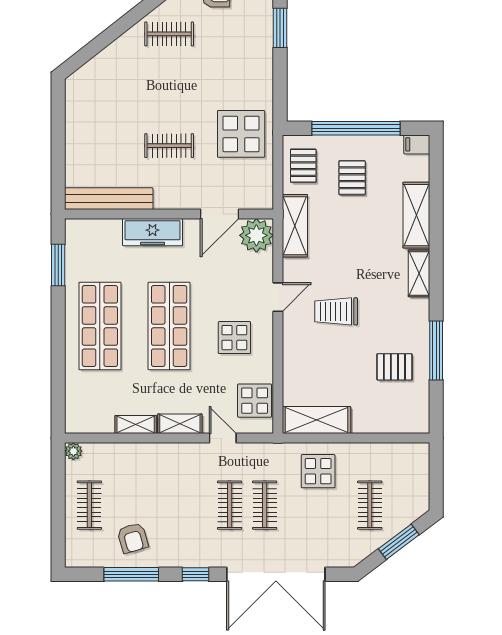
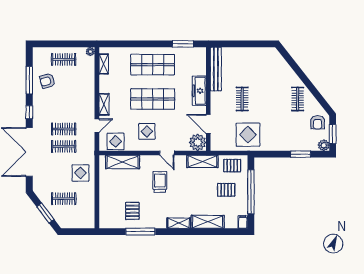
shelving: (316, 420) -> (123, 162), moved, turned 90
shelving: (136, 424) -> (104, 64), moved

